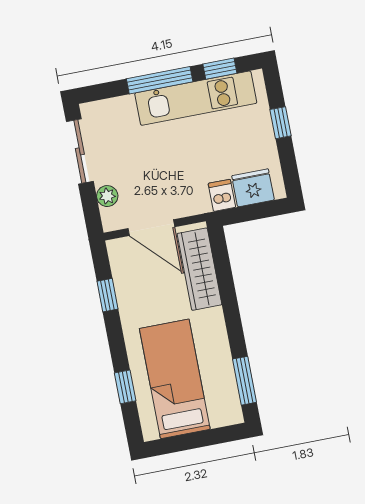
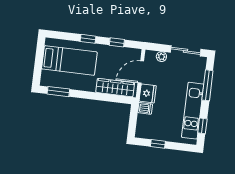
window: (160, 80) -> (207, 85), moved
window: (281, 123) -> (158, 144), moved
fridge: (253, 188) -> (148, 93), moved
window: (125, 387) -> (88, 39), moved

